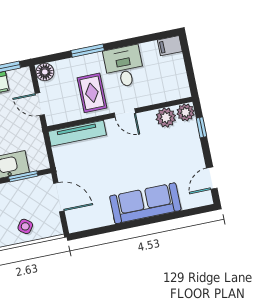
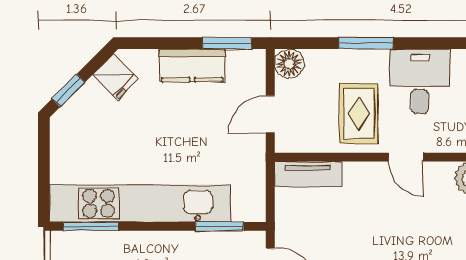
door: (40, 104) -> (270, 114), hinge flipped
tv unit: (77, 133) -> (308, 174), width x0.71

